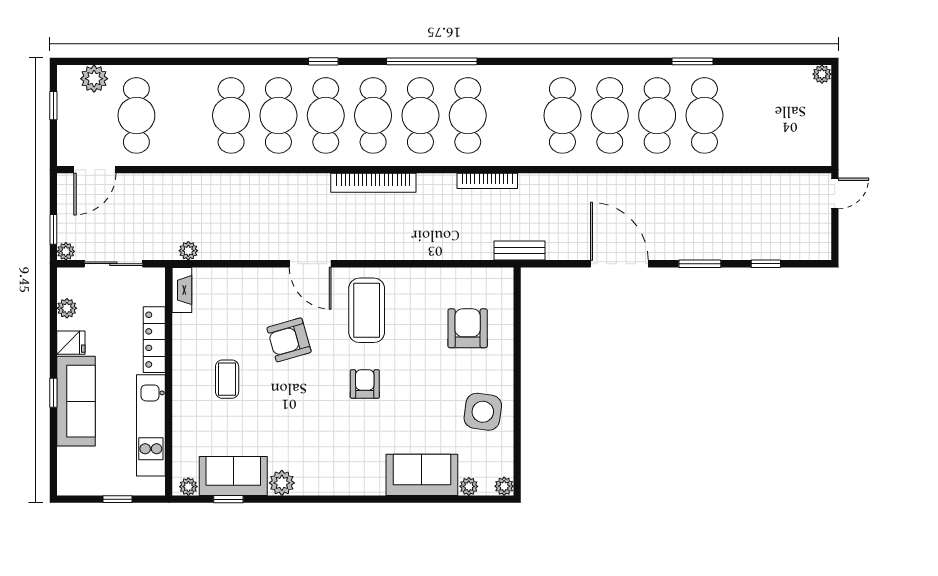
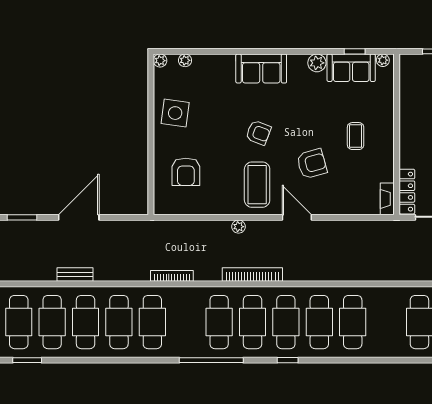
cafe table: (468, 115) -> (152, 322), moved
plant: (188, 251) -> (238, 227), moved
bench: (519, 251) -> (75, 275), moved
door: (619, 264) -> (79, 217), swing flipped
locker: (154, 340) -> (407, 192), moved
armchair: (365, 384) -> (258, 133), turned -69
kitchen unit: (151, 425) -> (409, 103), removed
sofa: (422, 475) -> (261, 68), moved

